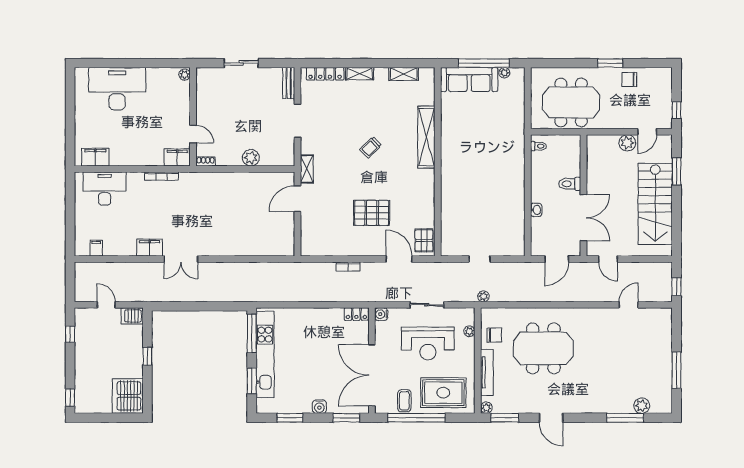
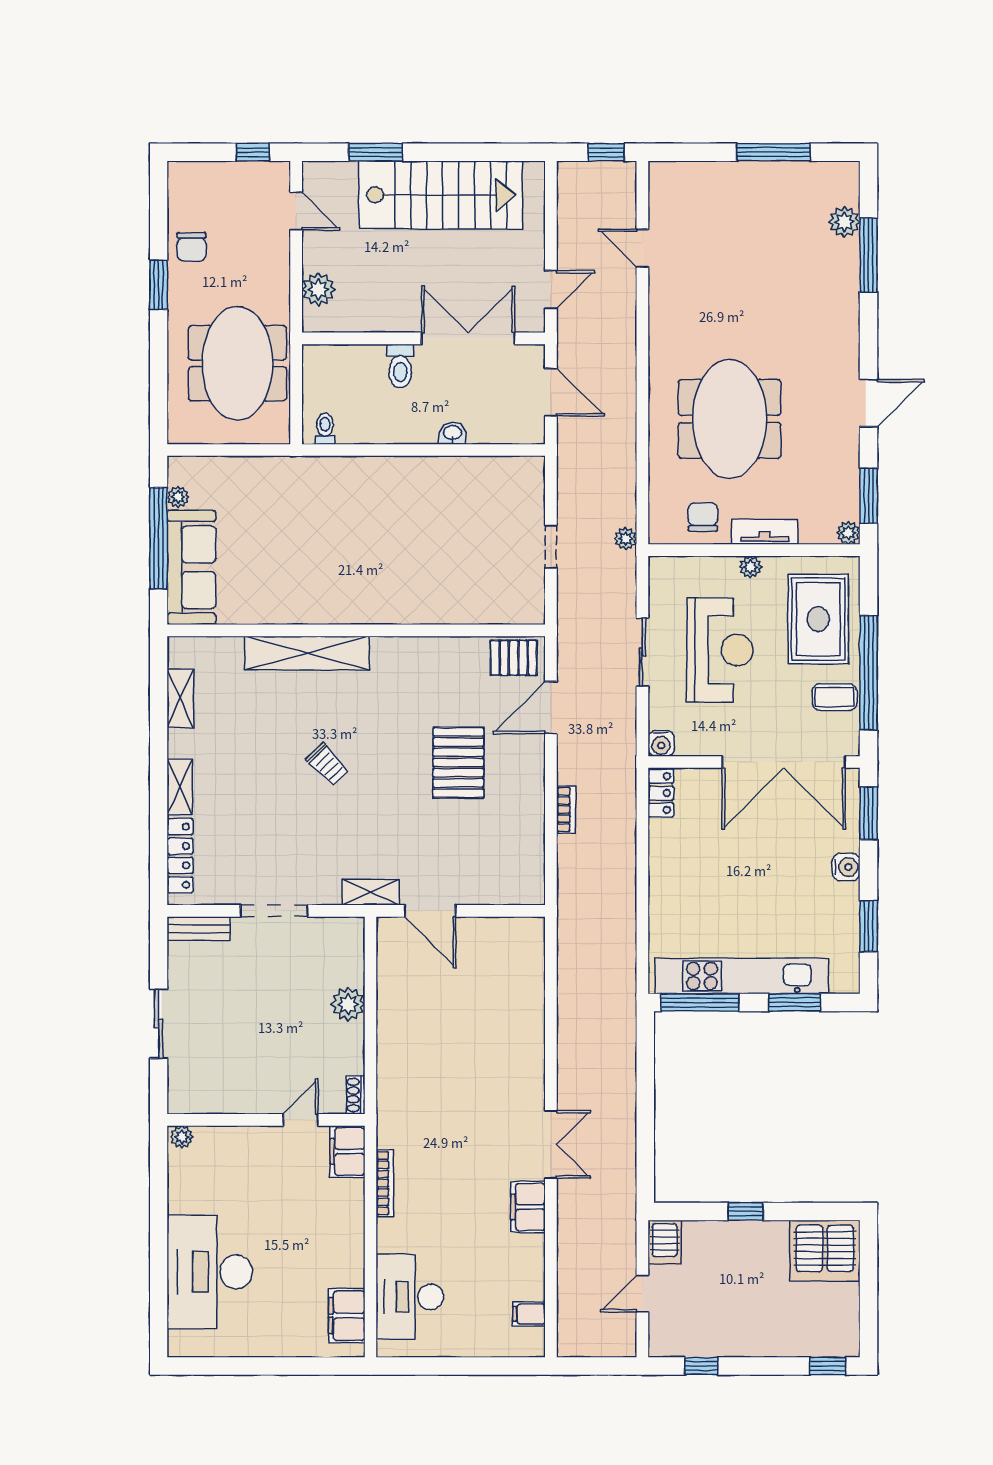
plant: (627, 143) -> (318, 289), moved
plant: (469, 331) -> (750, 567), moved
tv unit: (487, 373) -> (765, 532), width x0.71

